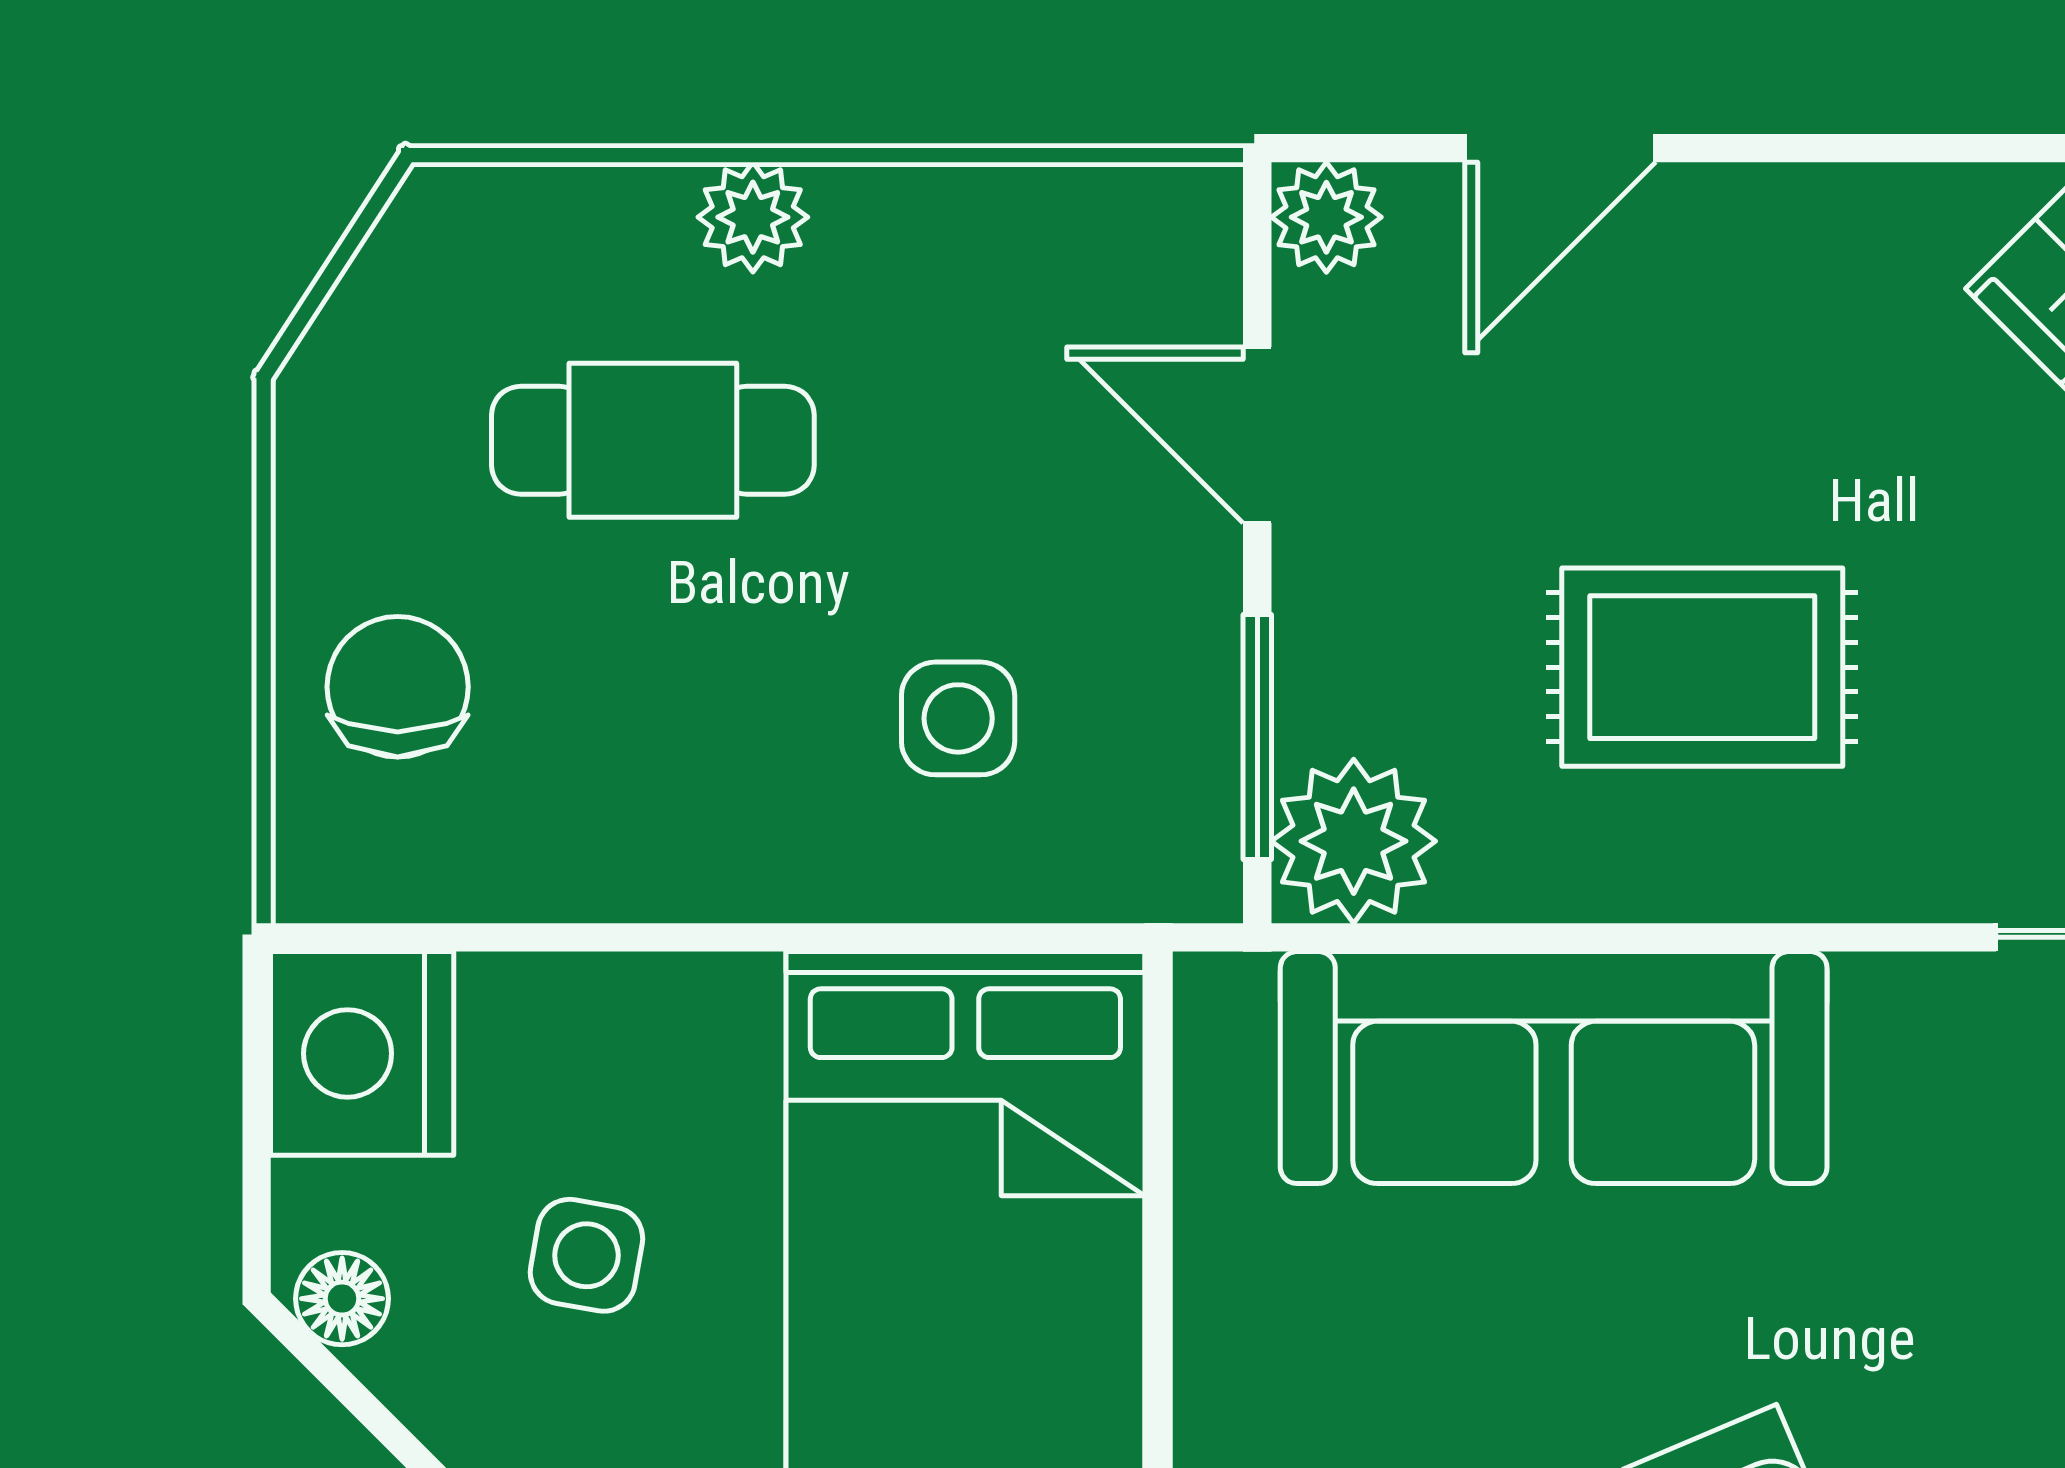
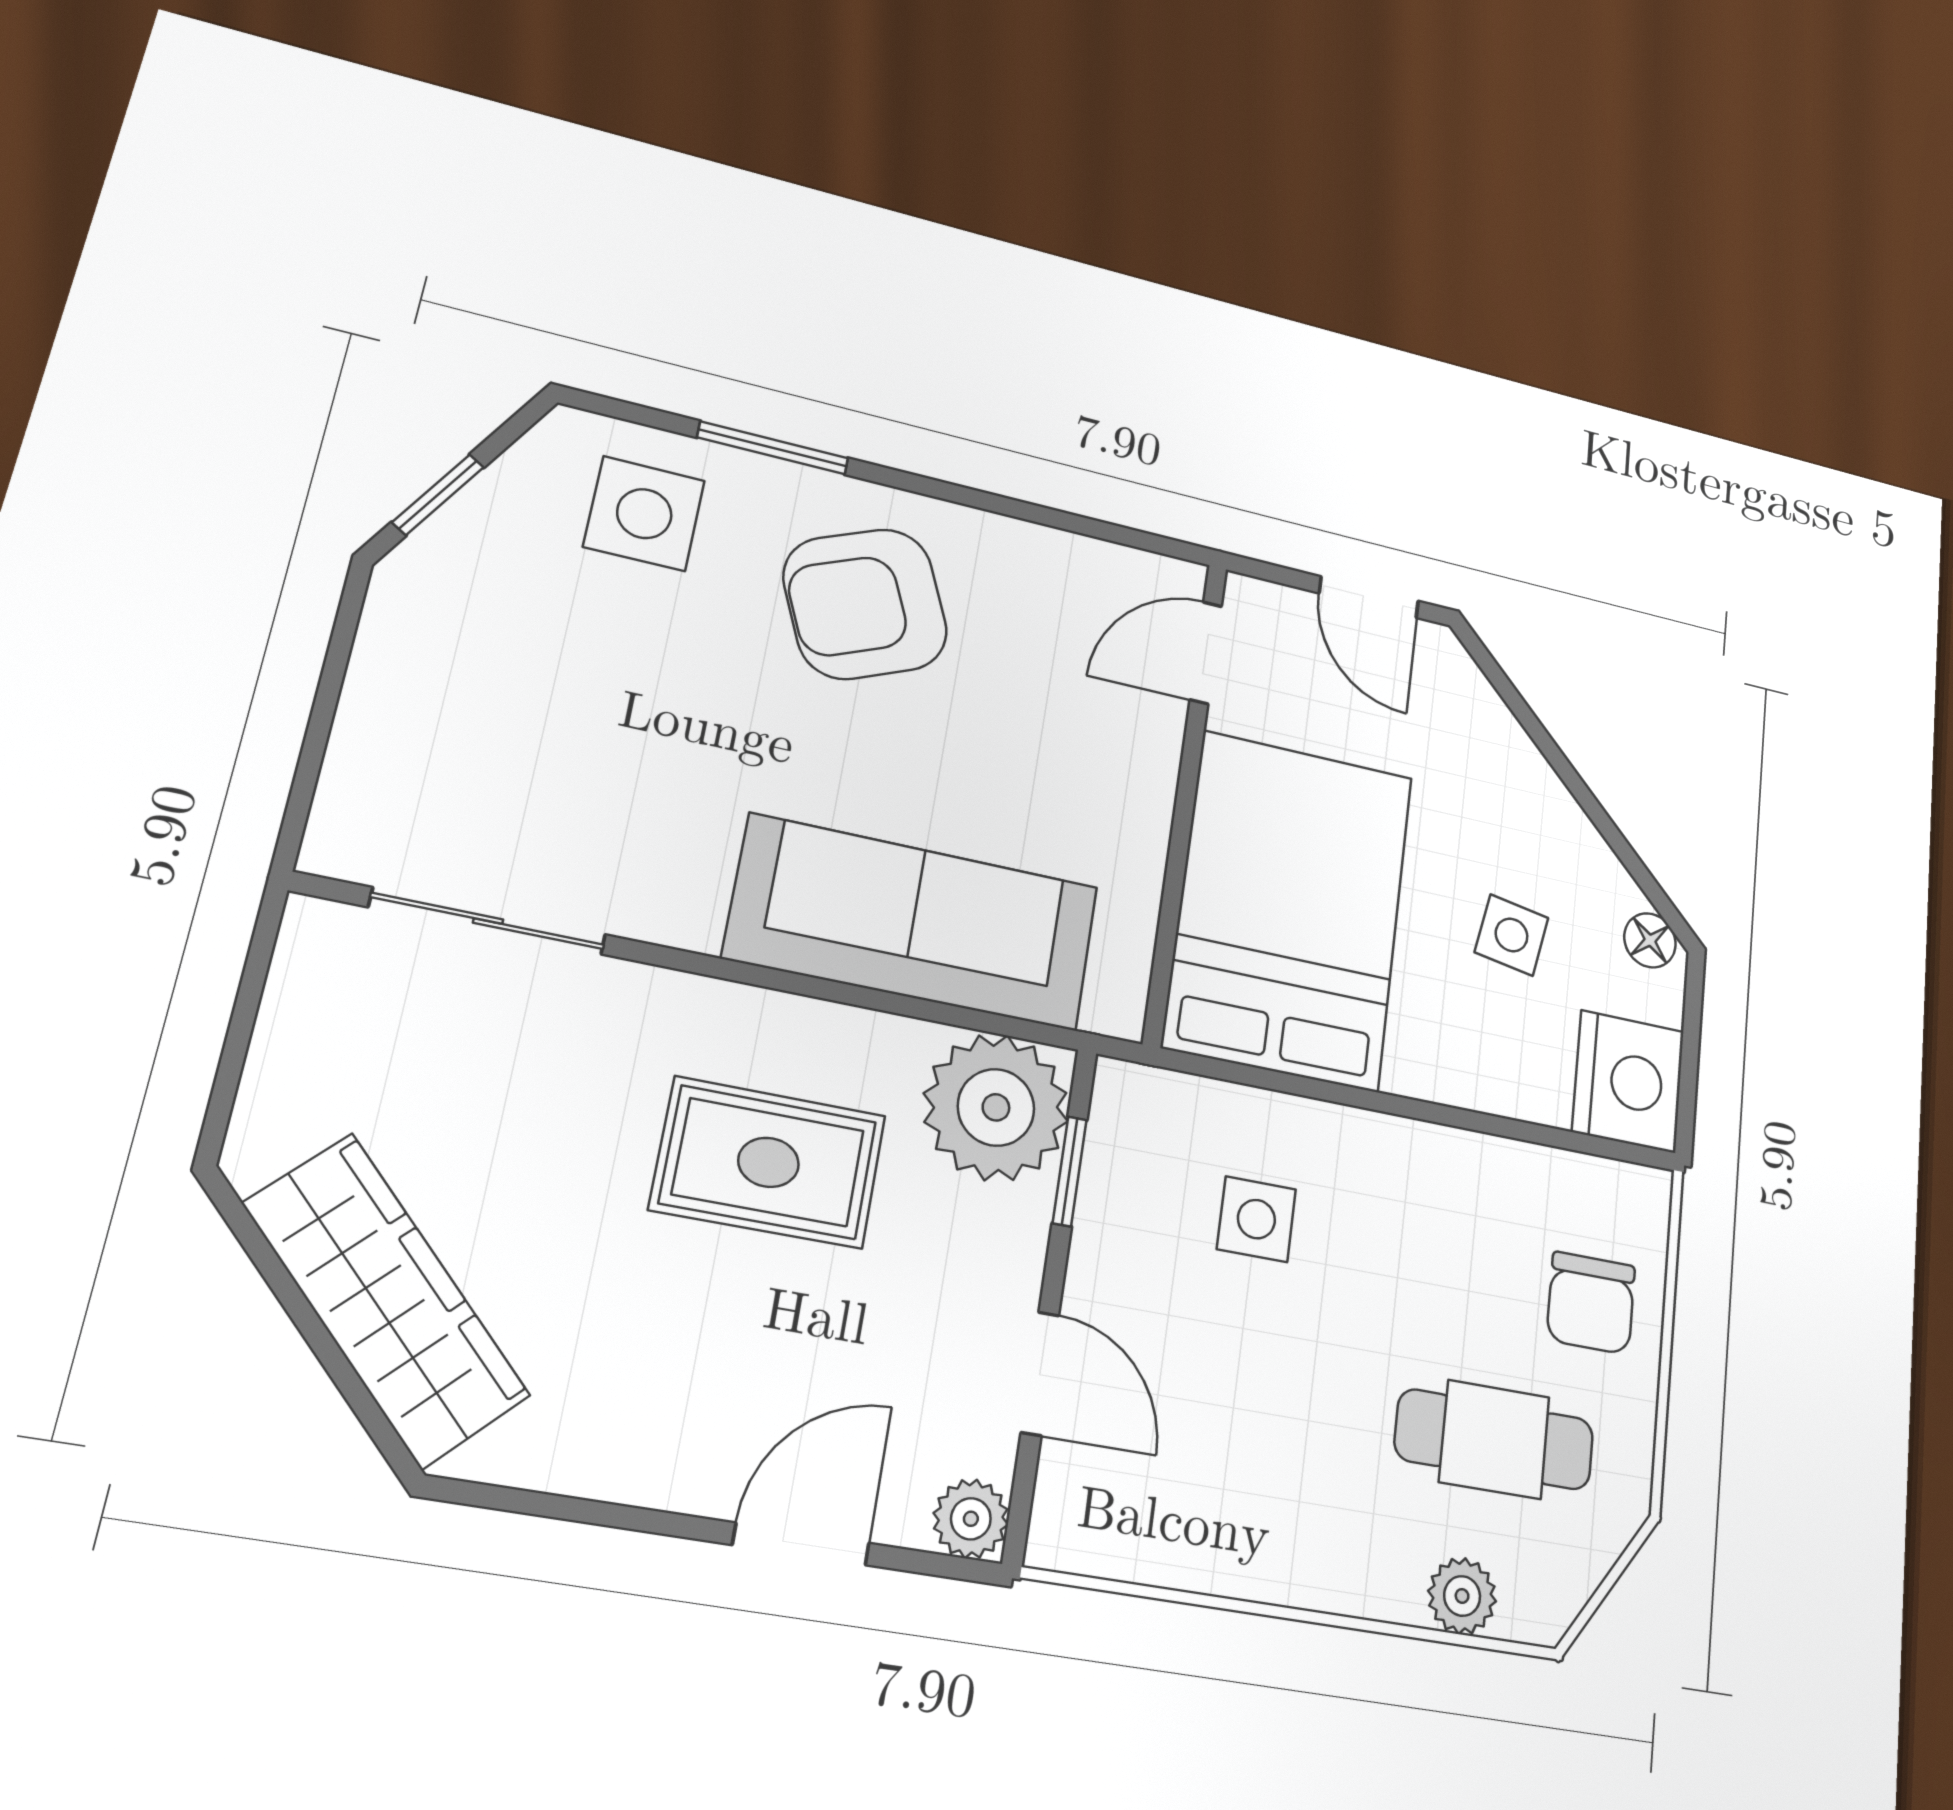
plant: (753, 217) -> (1462, 1596), moved
cafe table: (653, 440) -> (1494, 1439), moved
window: (1257, 737) -> (1070, 1171), width x0.67
plant: (1354, 841) -> (996, 1107), width x1.36, depth x1.36

